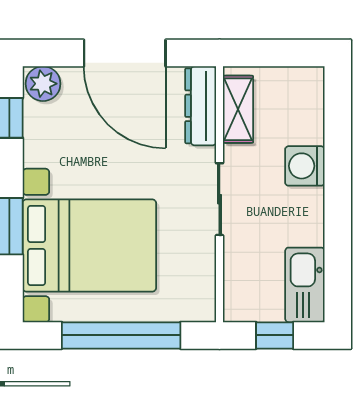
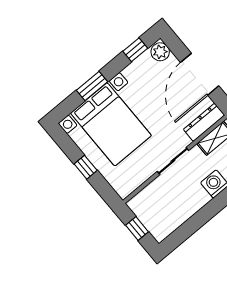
kitchen sink: (305, 285) -> (167, 224), removed
window: (121, 335) -> (86, 167), width x0.32

